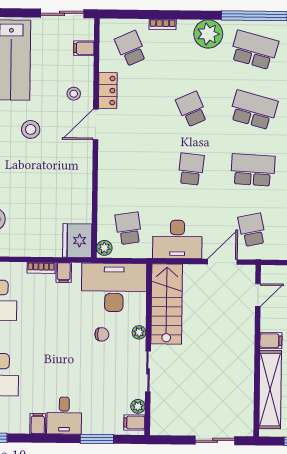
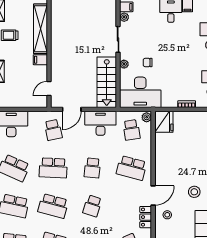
school desk: (192, 109) -> (92, 206), turned 42
school desk: (129, 168) -> (132, 168), added
filing cabinet: (64, 273) -> (172, 101), removed

